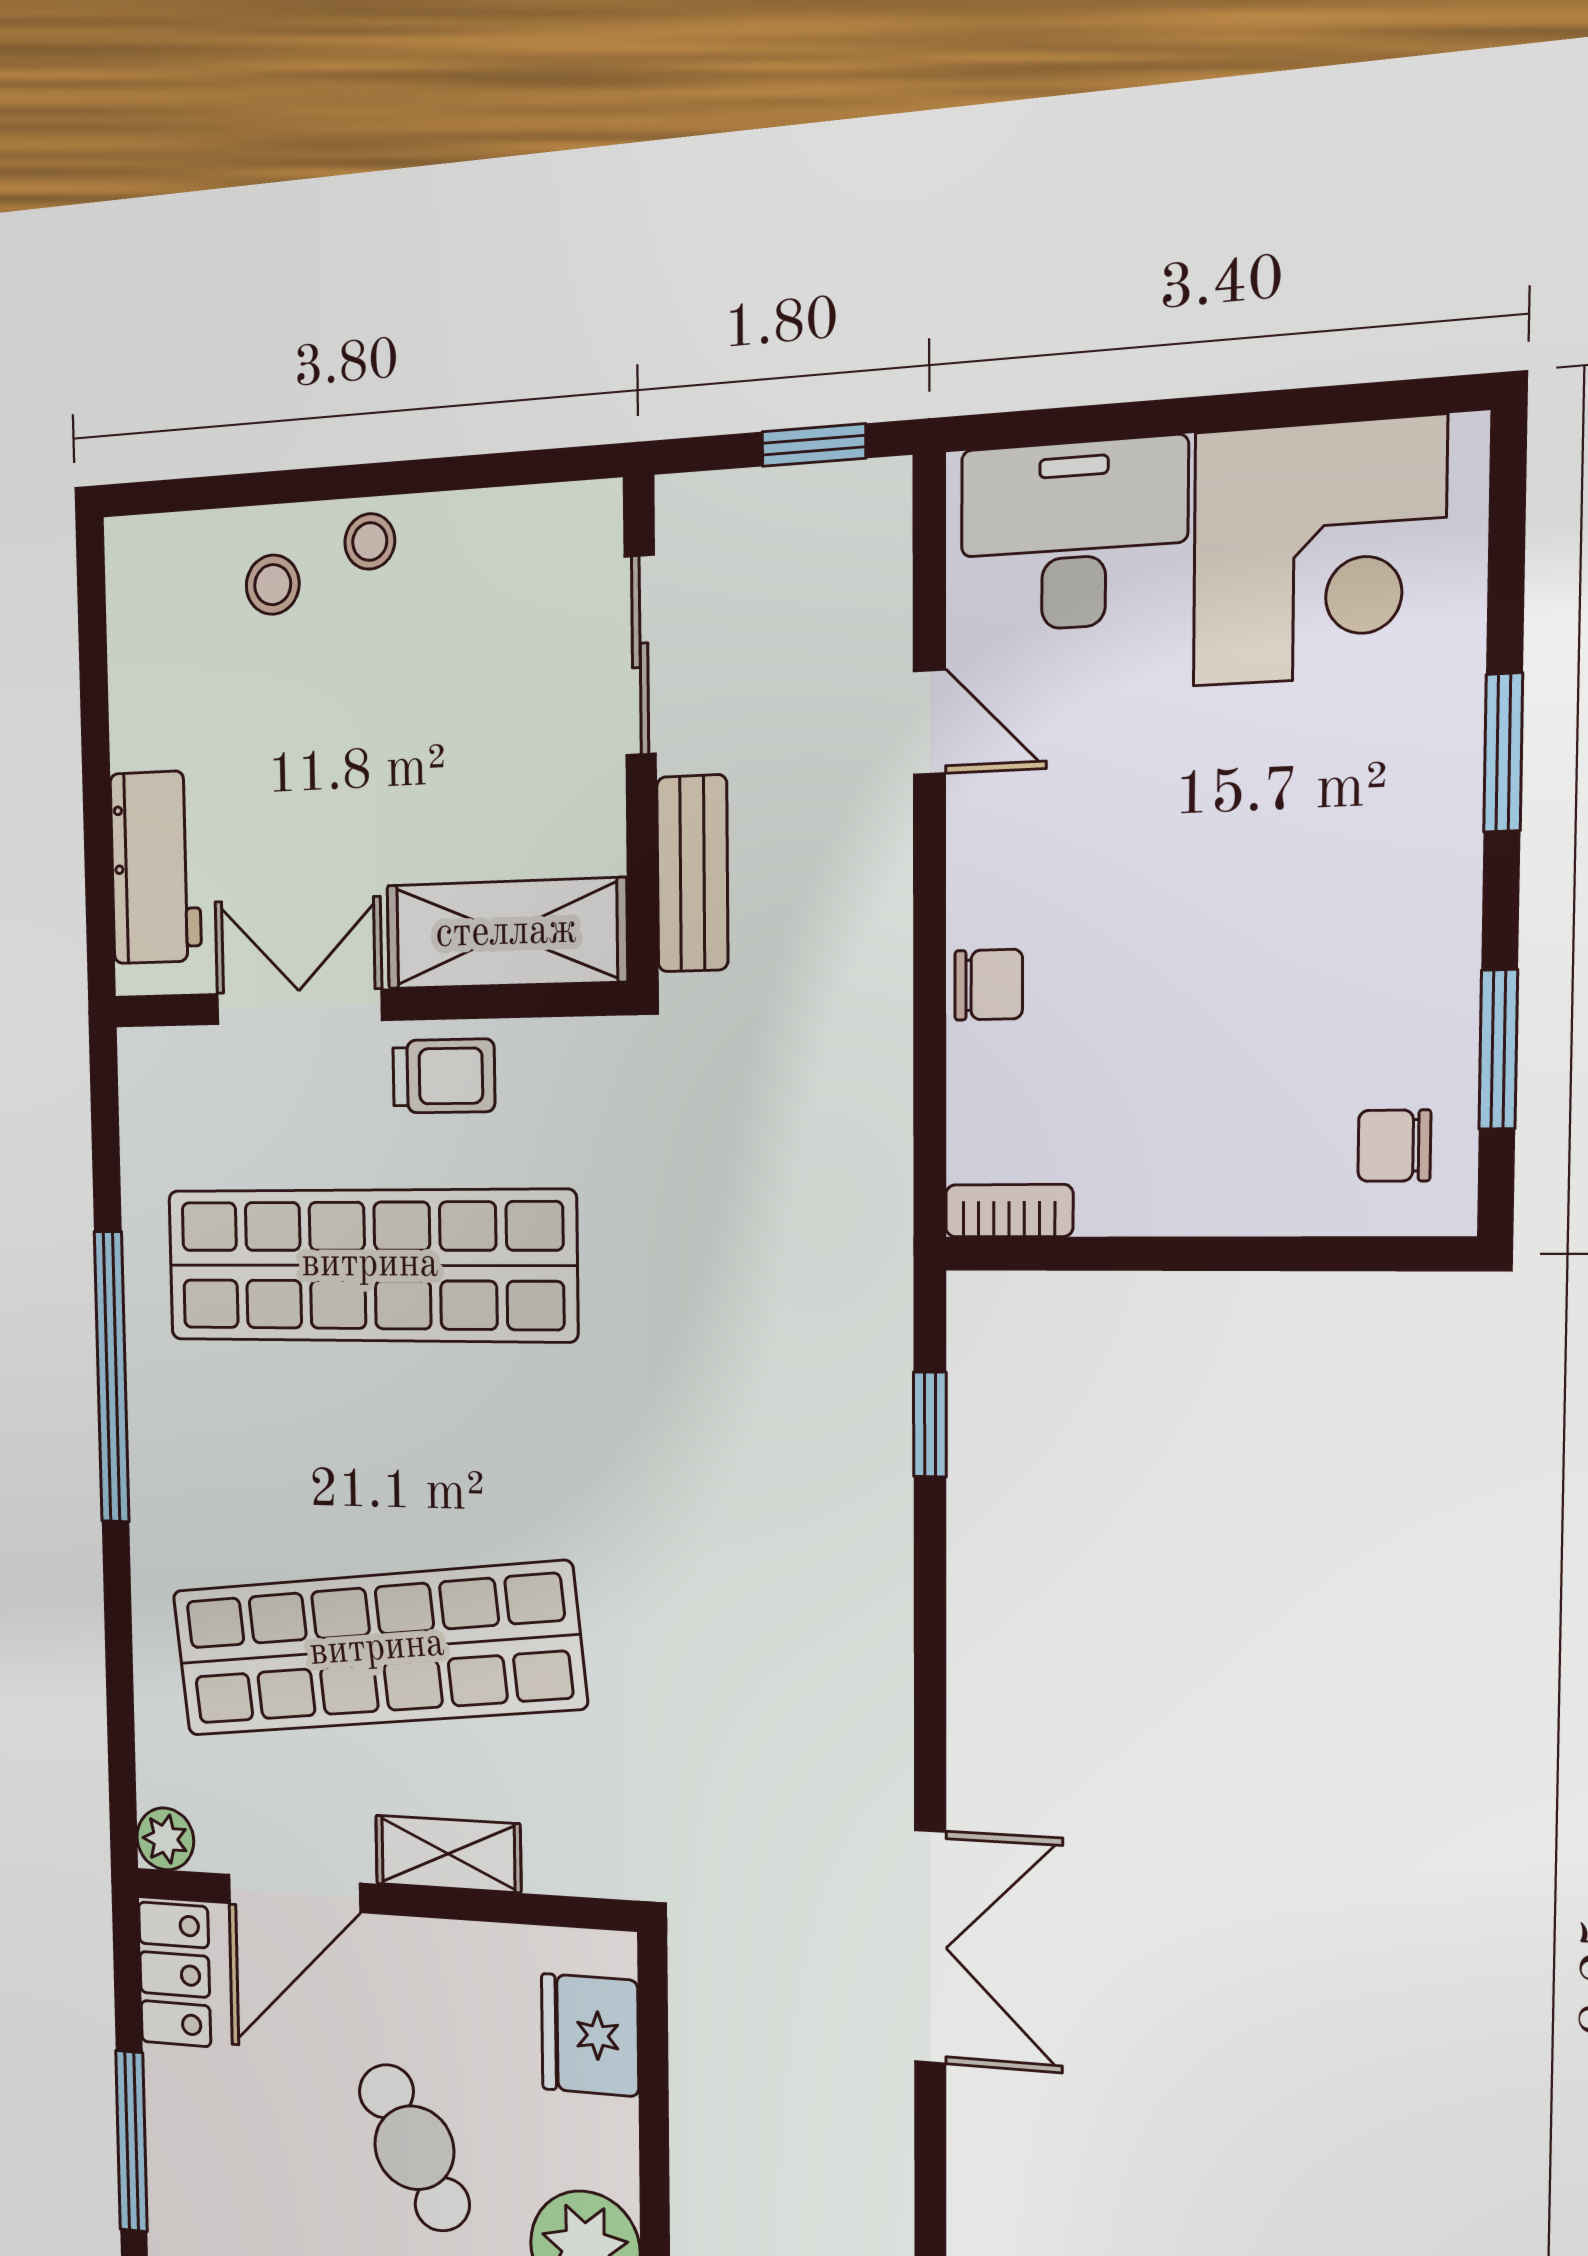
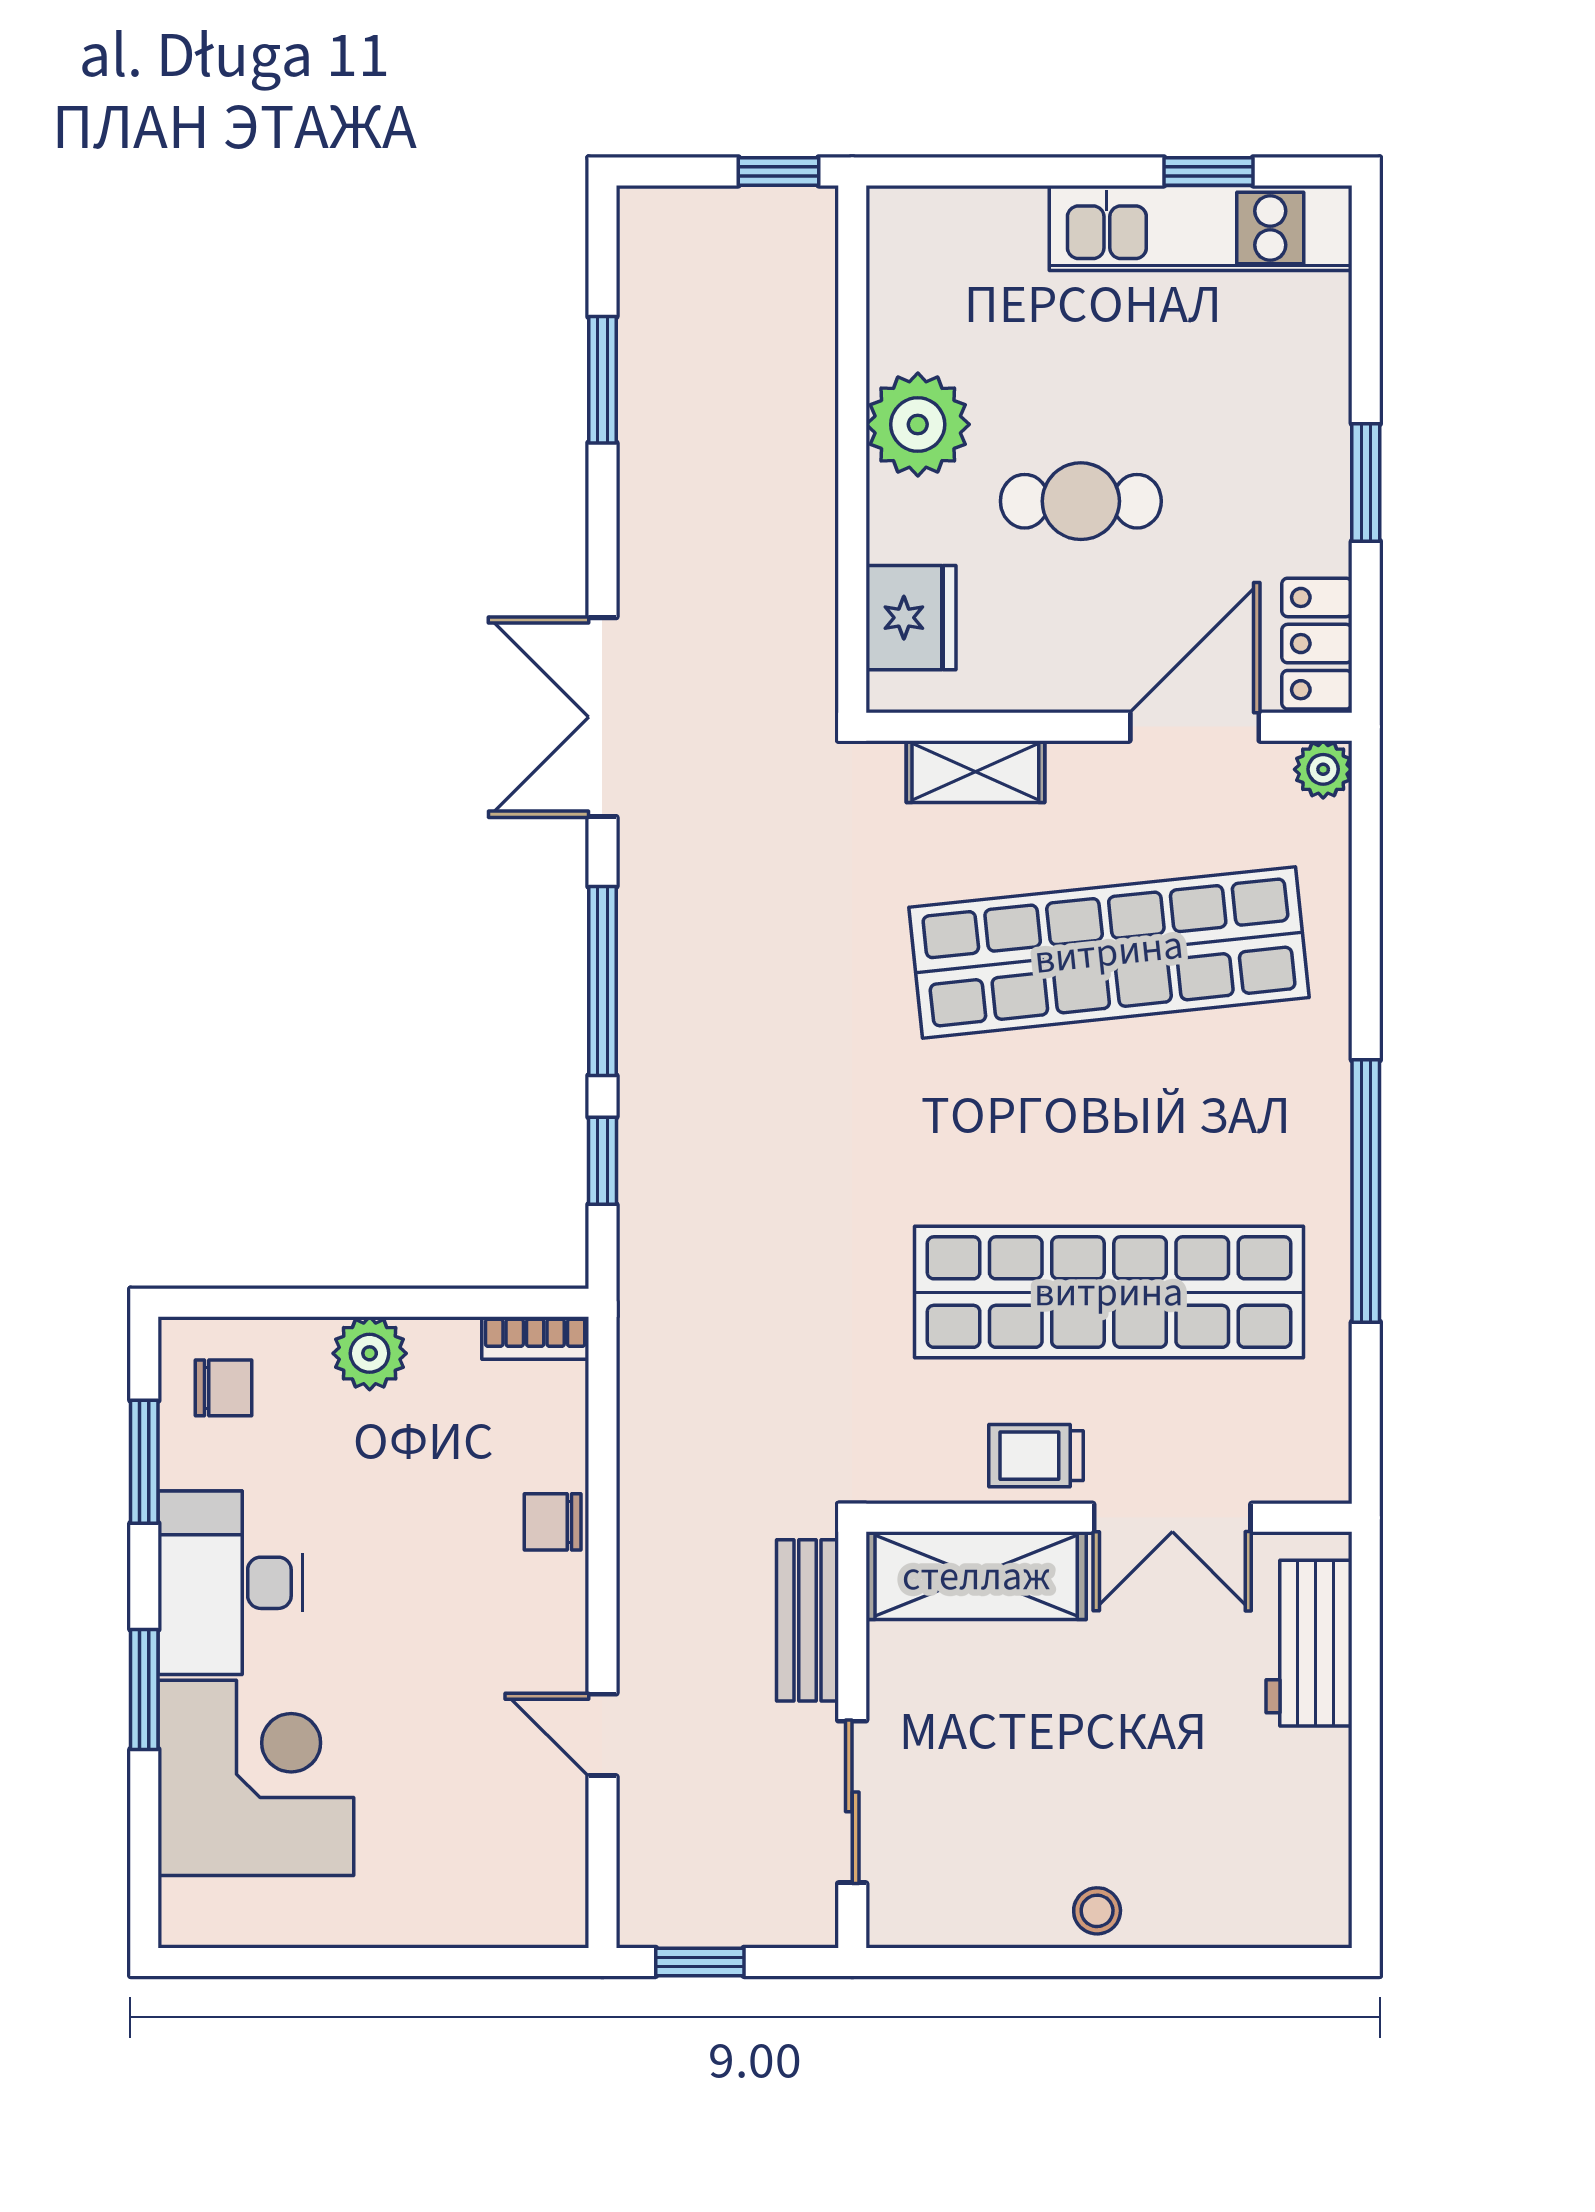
desk: (1074, 535) -> (230, 1583), moved, turned 90
corner desk: (1319, 552) -> (256, 1778), moved, turned 90
stool: (273, 585) -> (1189, 1880), removed
plant: (1210, 1191) -> (370, 1353), added
window: (930, 1638) -> (602, 981), added
shelving: (448, 1854) -> (975, 772), moved
window: (131, 2141) -> (1366, 483), width x0.69
cafe table: (414, 2148) -> (1081, 501), turned -62

